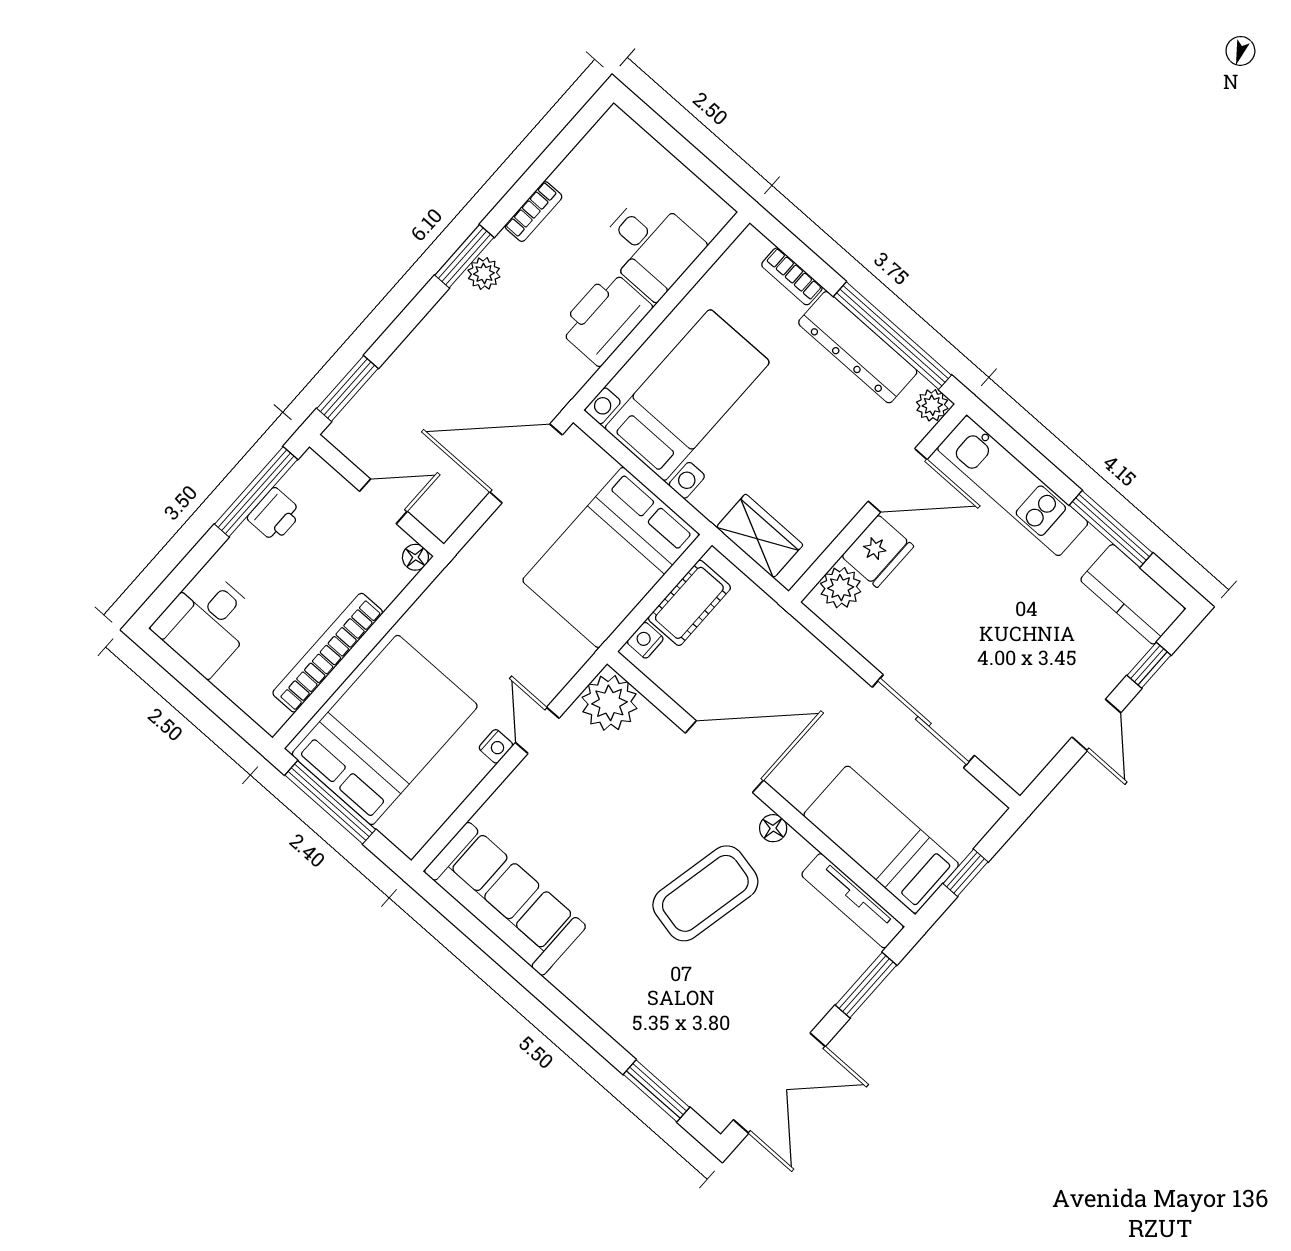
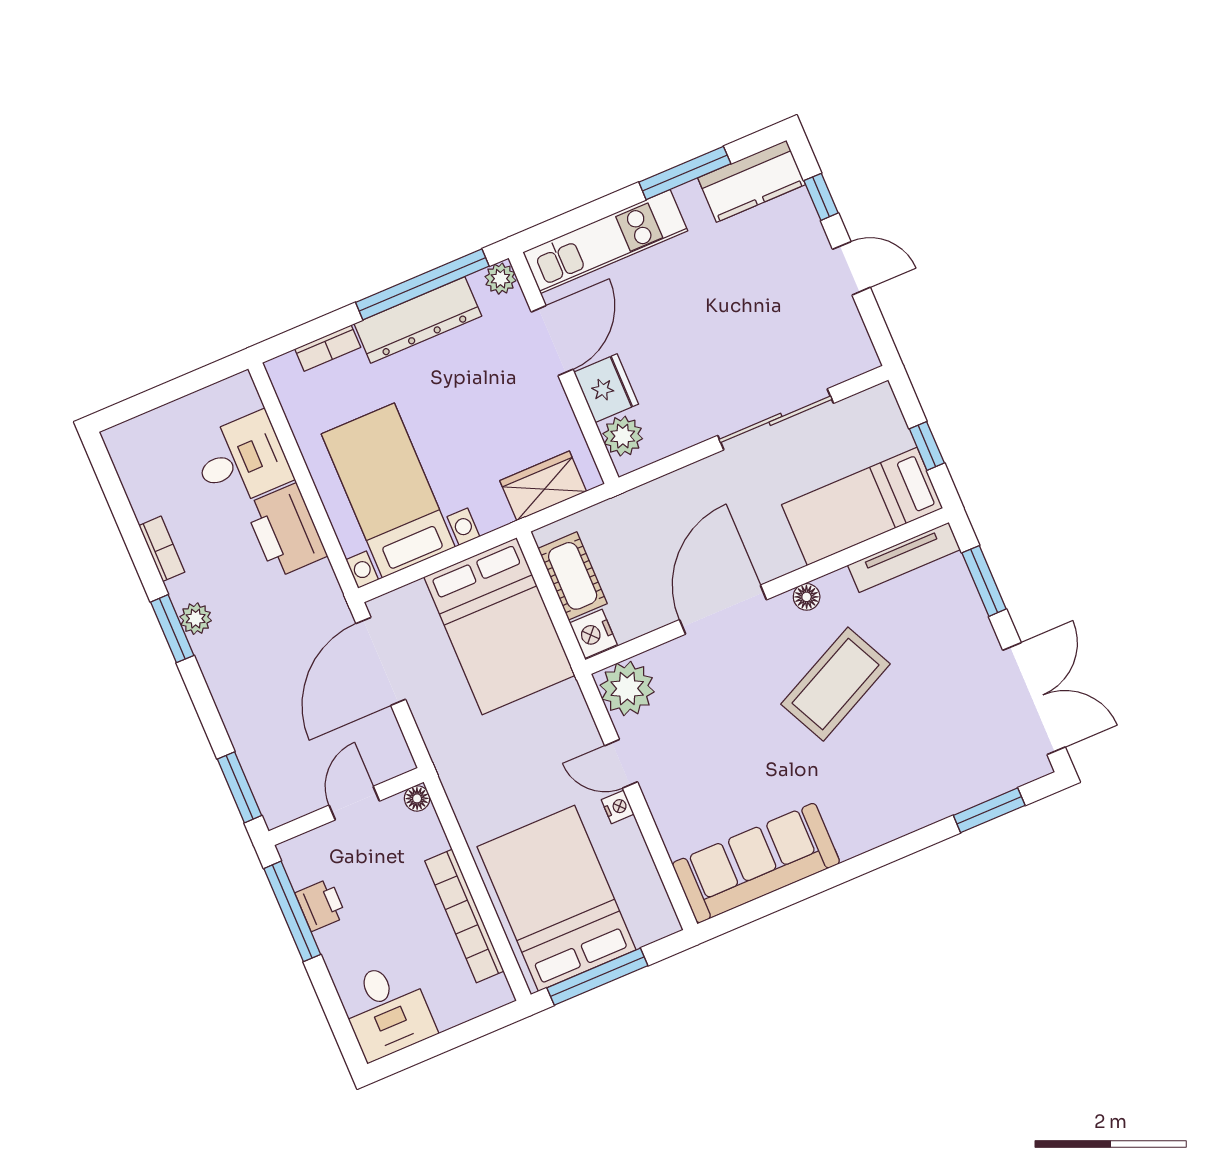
nightstand: (645, 640) -> (593, 634), width x1.39, depth x1.35
coffee table: (705, 893) -> (836, 684), turned 52

